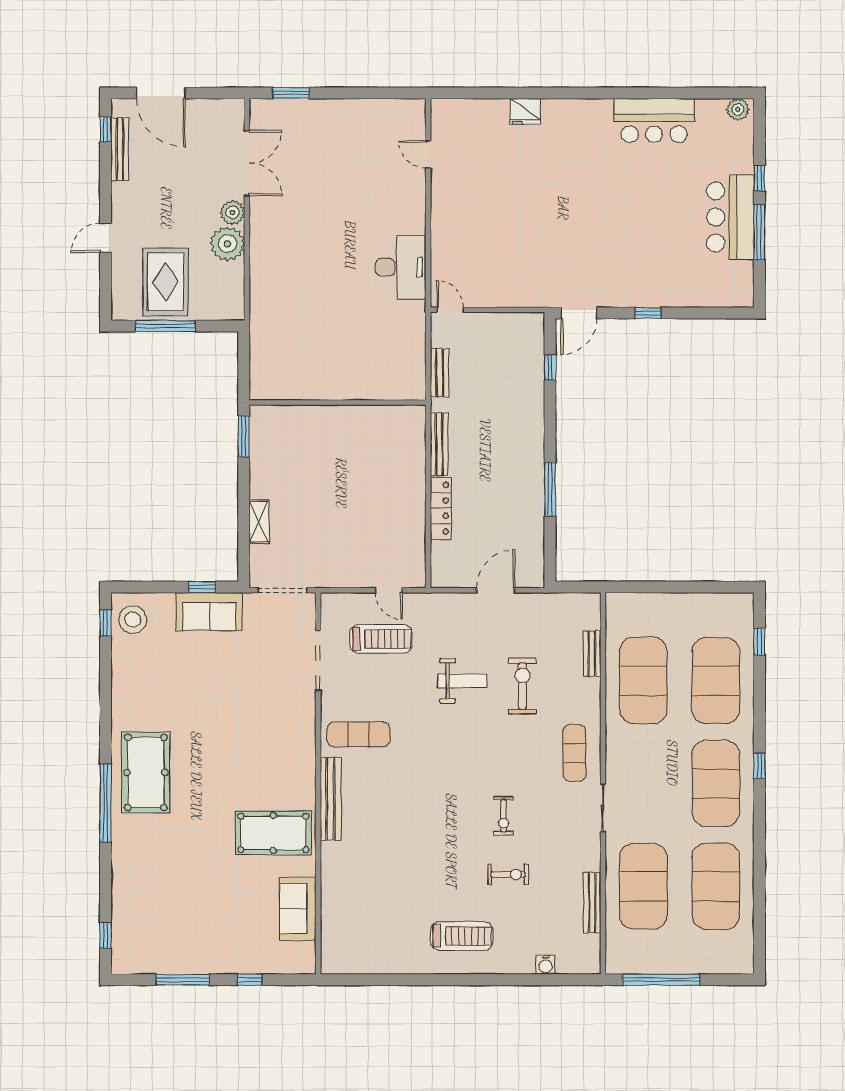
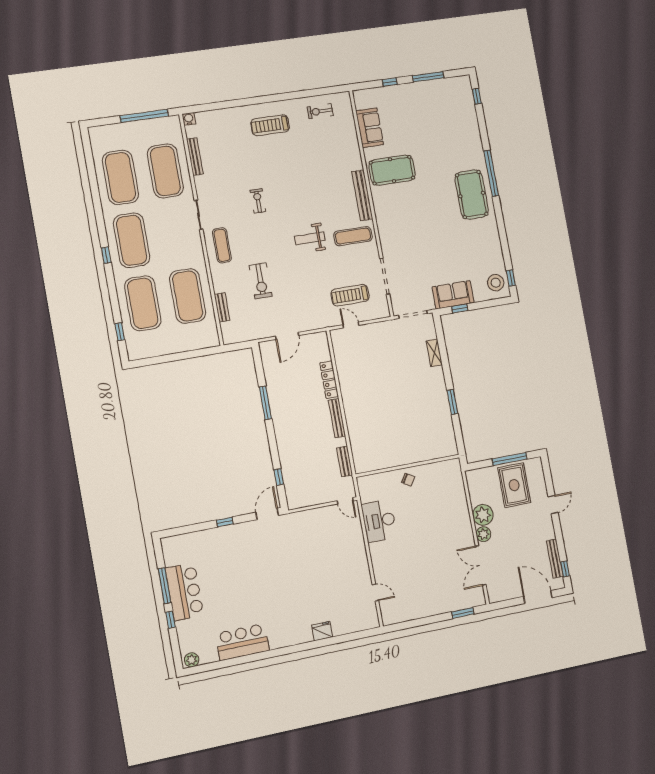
chair: (341, 324) -> (408, 480), added
wall: (338, 403) -> (408, 466), moved
weight bench: (462, 681) -> (310, 238), moved
exercise bike: (508, 875) -> (320, 111), moved
water cooler: (546, 965) -> (189, 119), moved

